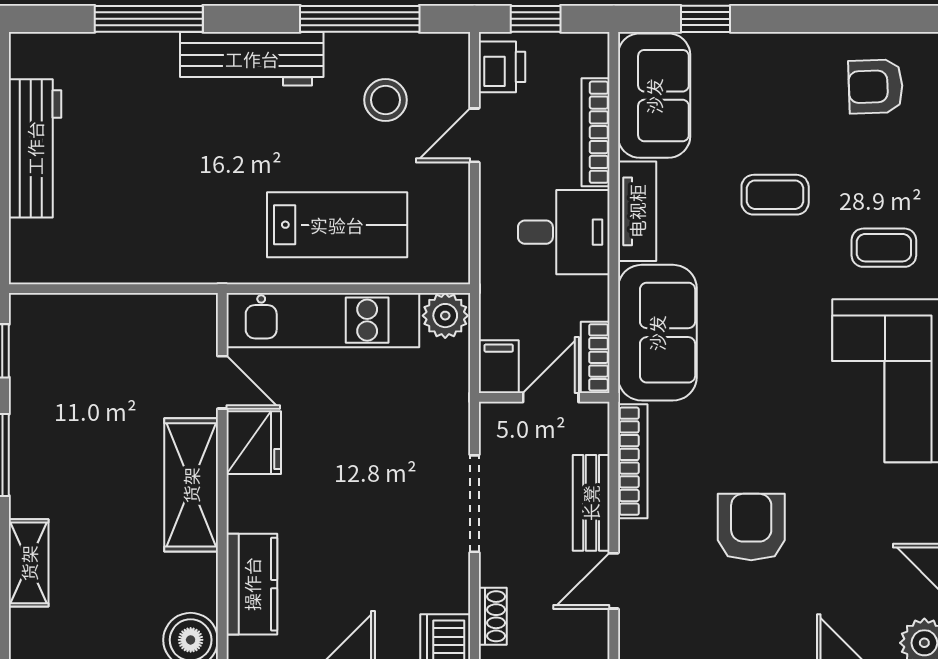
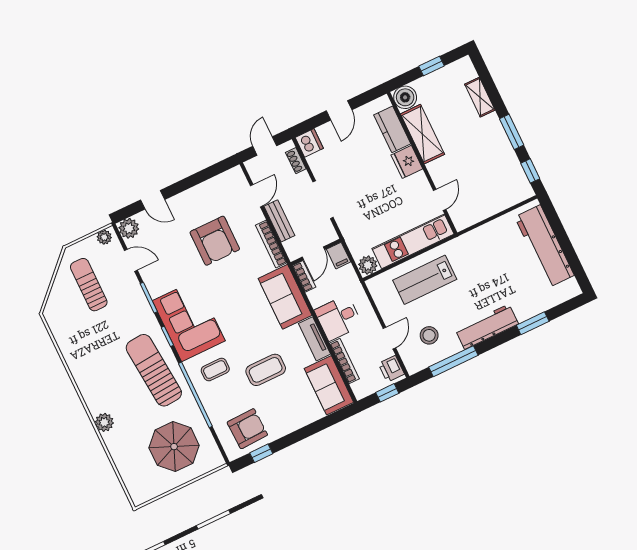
window: (149, 19) -> (533, 323), width x0.69
window: (705, 19) -> (261, 453), moved
armchair: (876, 86) -> (247, 429), width x1.38, depth x1.38
workbench: (35, 148) -> (544, 246), width x1.36, depth x1.32
coffee table: (775, 195) -> (266, 370), width x1.36, depth x1.30
door: (222, 382) -> (440, 200), swing flipped
fridge: (254, 443) -> (407, 162), moved
shelving: (191, 485) -> (422, 134), moved
armchair: (751, 527) -> (215, 241), width x1.36, depth x1.36

